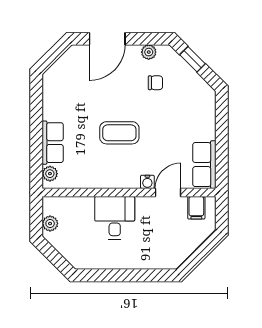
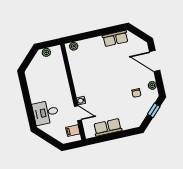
coffee table: (119, 133) -> (105, 79), removed
row of seats: (53, 143) -> (115, 38), moved
row of seats: (204, 165) -> (108, 127), moved
desk: (115, 218) -> (46, 112), moved, turned 180

